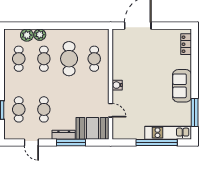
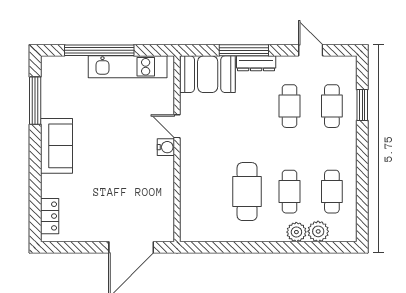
cafe table: (94, 59) -> (205, 192), removed
door: (111, 110) -> (177, 126), moved
kitchen unit: (168, 133) -> (128, 67), moved

